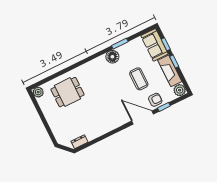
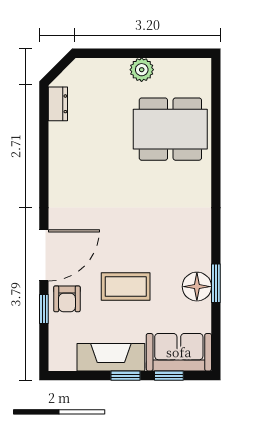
floor lamp: (112, 57) -> (197, 287), moved
plant: (180, 90) -> (62, 358), removed
plant: (38, 92) -> (142, 70), moved
dining table: (67, 92) -> (170, 129), width x1.38

